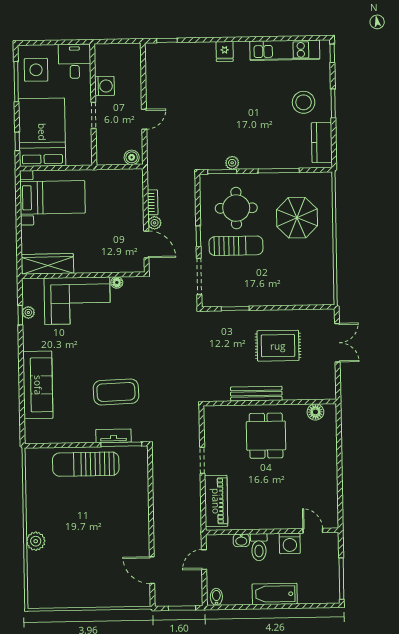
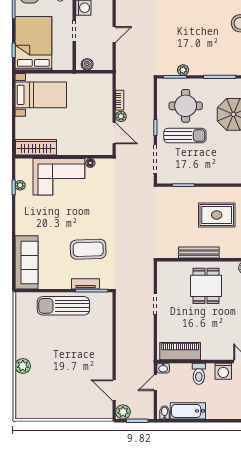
boiler: (132, 157) -> (87, 64), moved
sofa: (38, 385) -> (27, 262), moved
piano: (216, 501) -> (180, 351), moved, turned -90
washbasin: (241, 540) -> (163, 368), moved
bathtub: (275, 594) -> (188, 411), moved
plant: (164, 597) -> (123, 412), added

